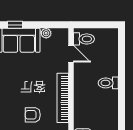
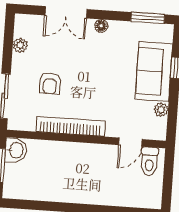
toilet: (108, 83) -> (87, 190), removed
armchair: (33, 115) -> (50, 84), turned 180

